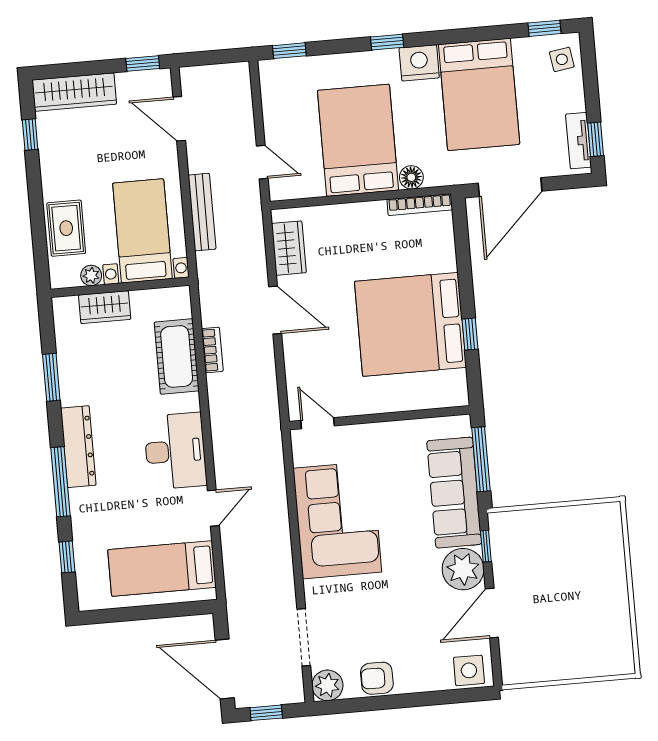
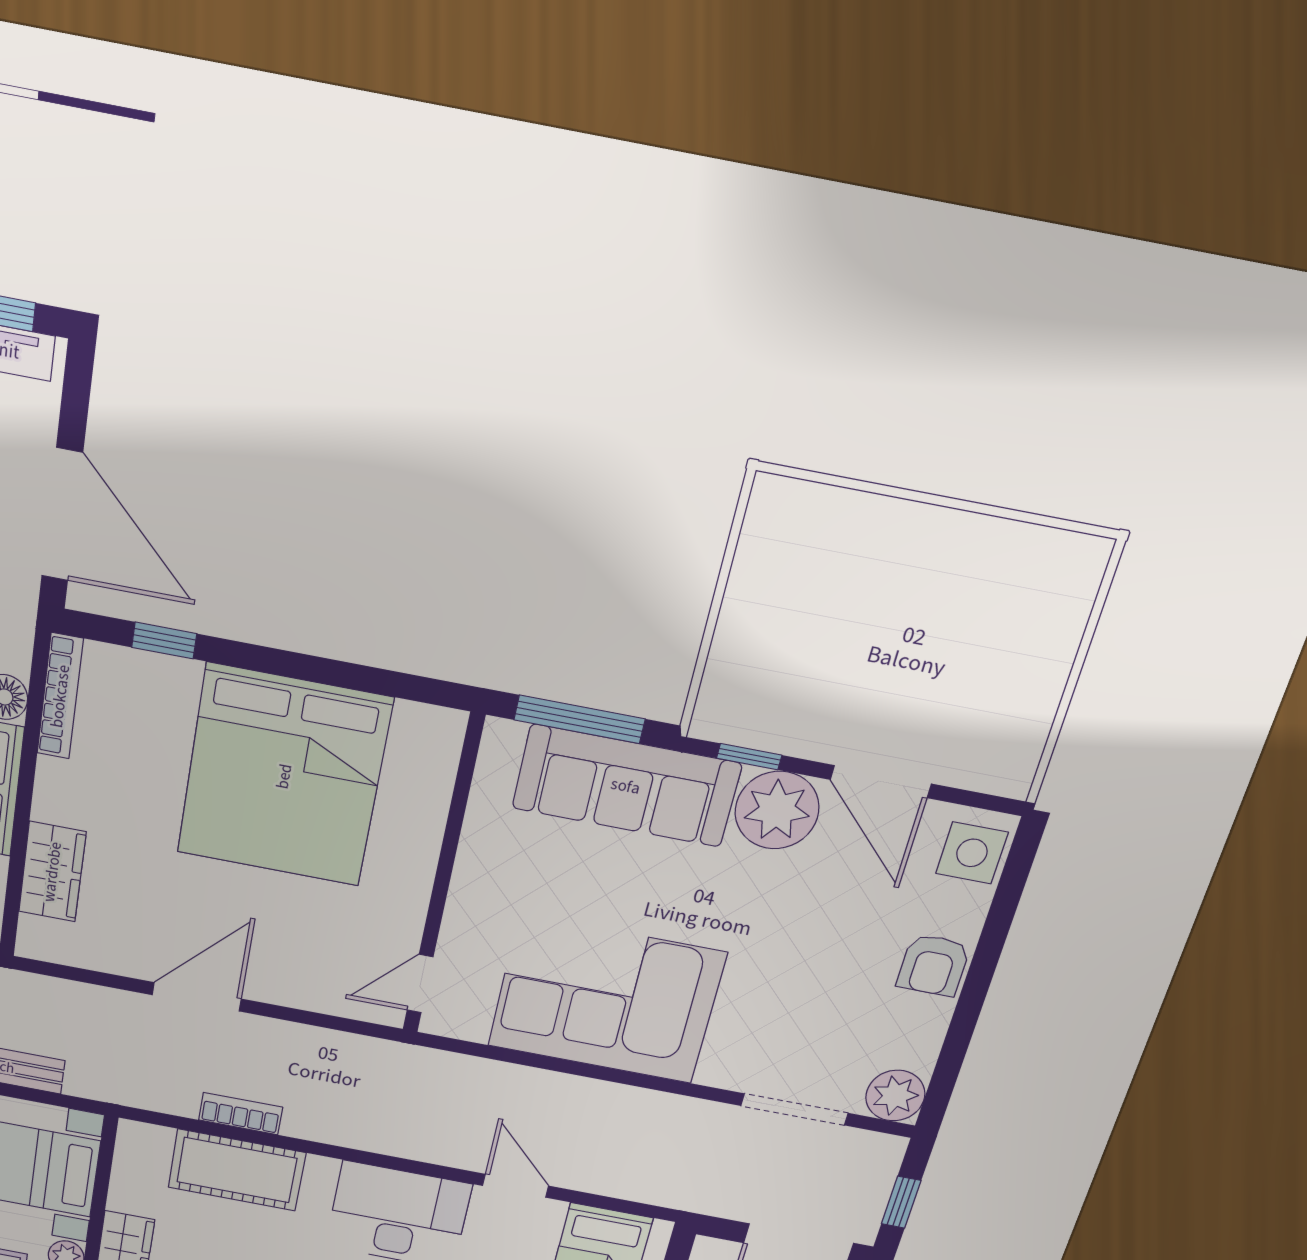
wardrobe: (289, 248) -> (52, 872), moved, turned 90
window: (470, 334) -> (164, 641), moved
armchair: (377, 678) -> (933, 965), moved

